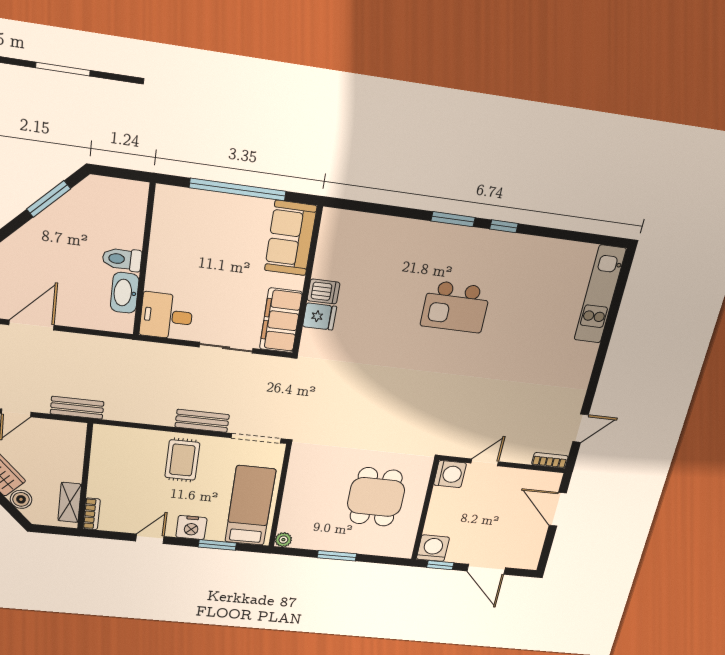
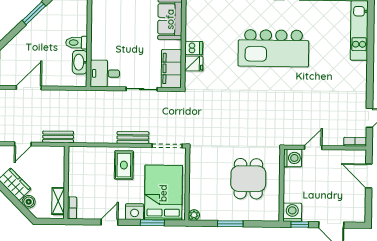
kitchen island: (455, 307) -> (273, 48), width x1.87, depth x1.28
bed: (250, 506) -> (163, 193), width x1.50

